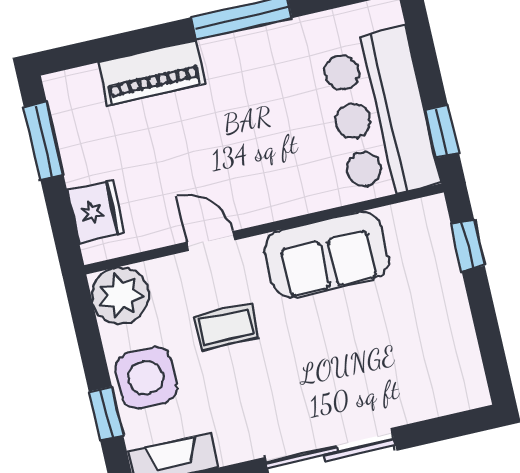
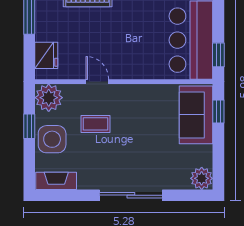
sofa: (327, 255) -> (196, 115), moved, turned 90
plant: (465, 387) -> (202, 178), added
window: (106, 413) -> (29, 126), moved

